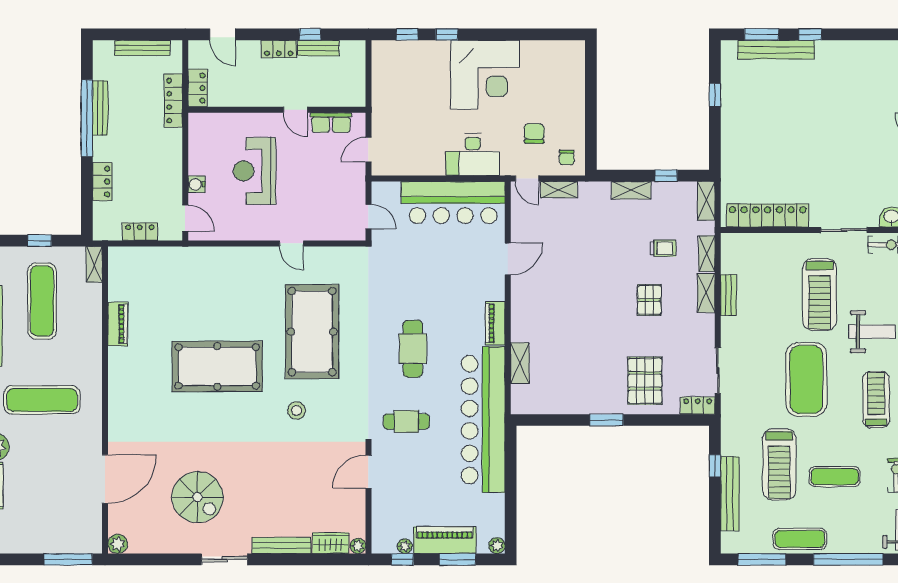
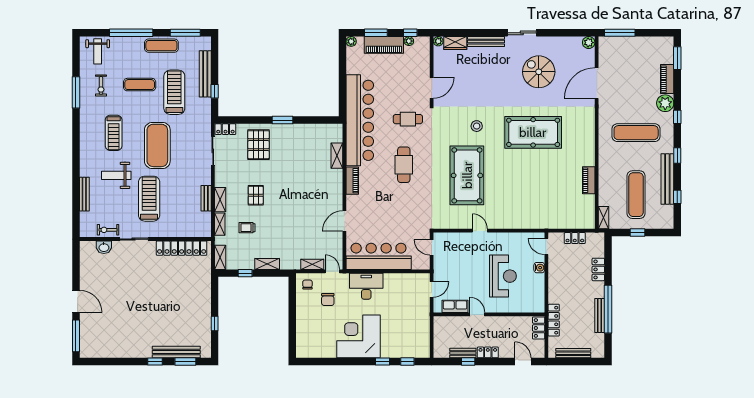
pool table: (217, 366) -> (533, 132), moved

